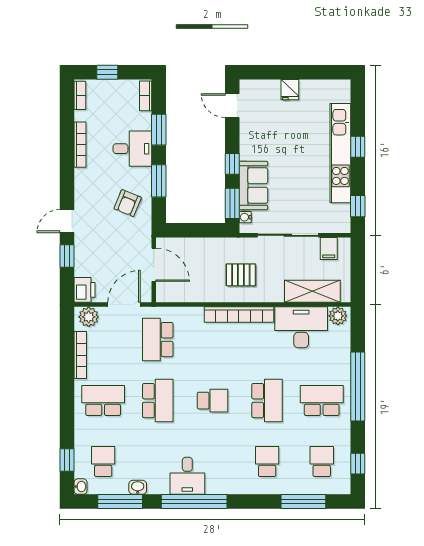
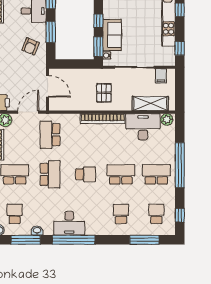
pallet: (241, 275) -> (104, 93), turned 90
school desk: (267, 401) -> (121, 174), turned -90
desk: (187, 476) -> (69, 223), width x1.37

